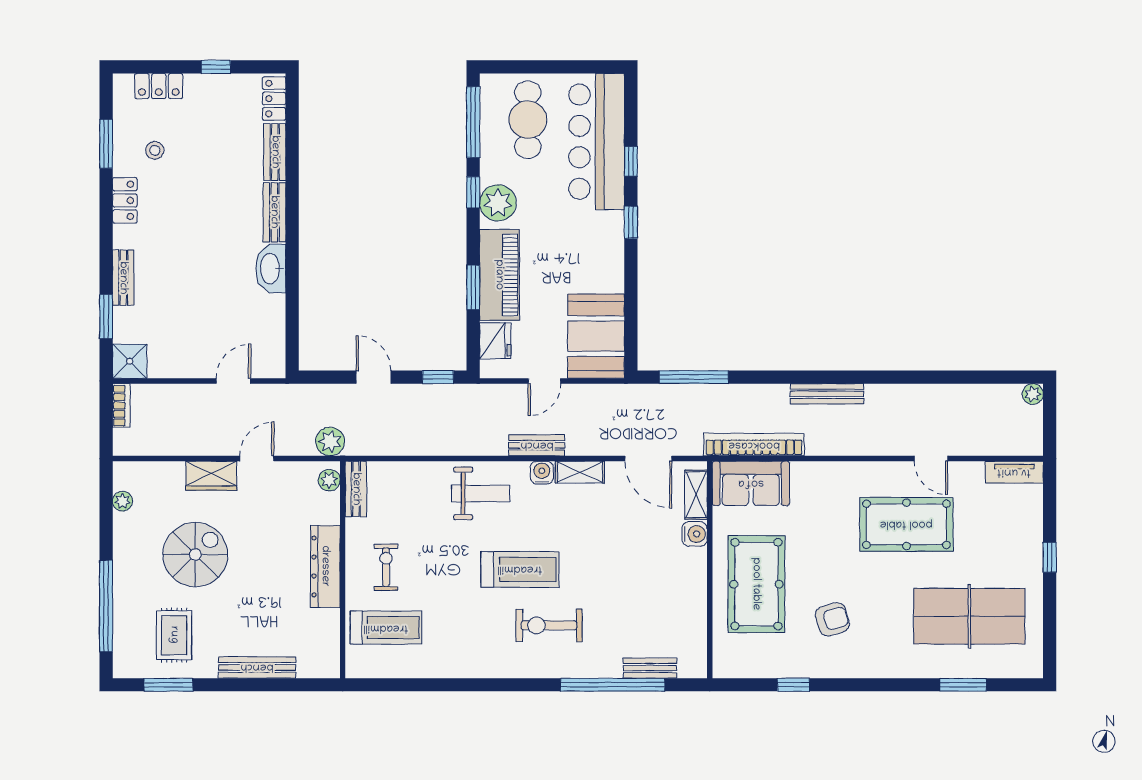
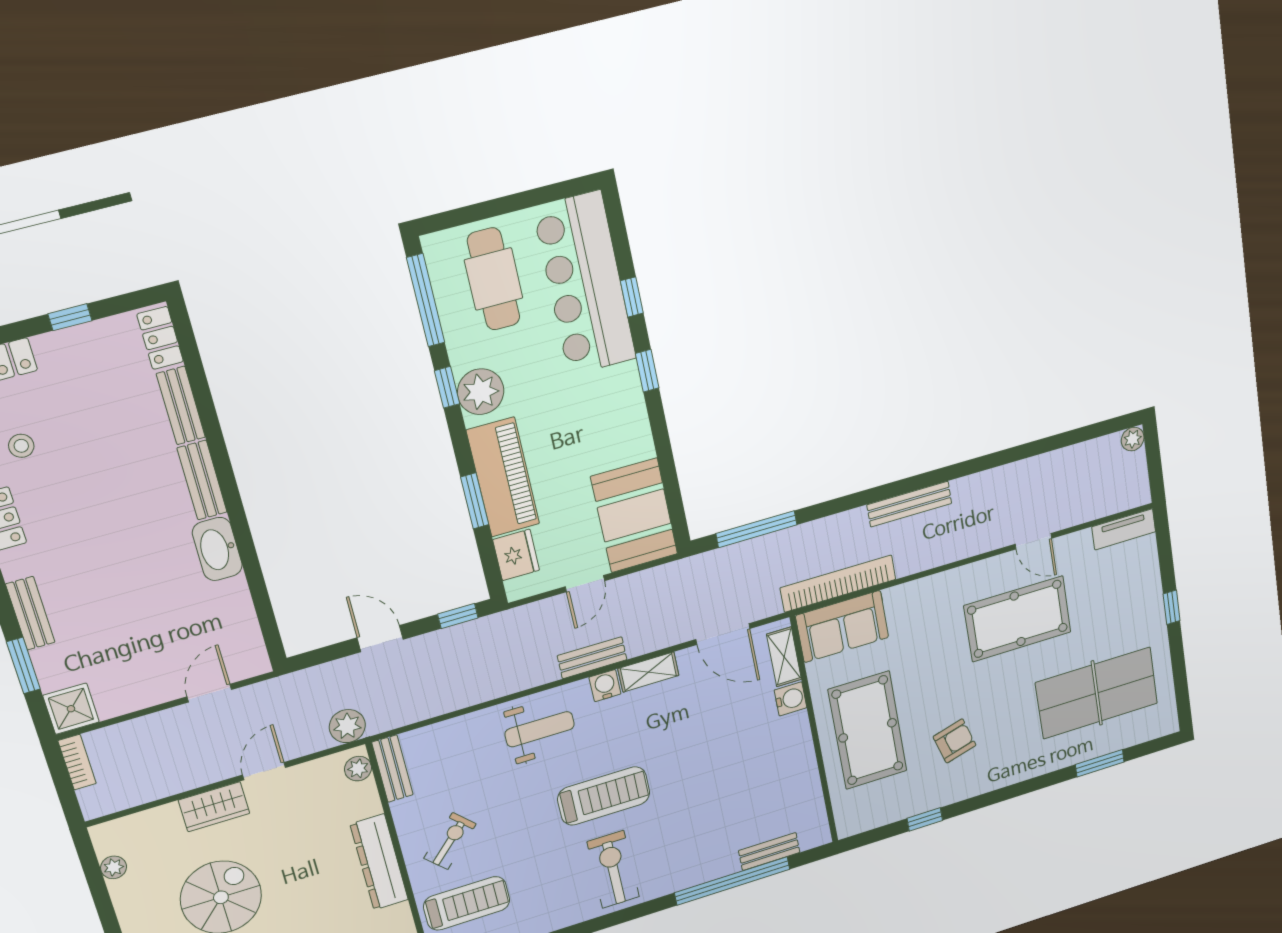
exercise bike: (386, 567) -> (450, 841), turned 45
exercise bike: (549, 625) -> (613, 869), moved, turned 90

